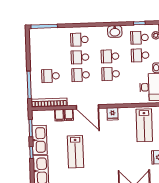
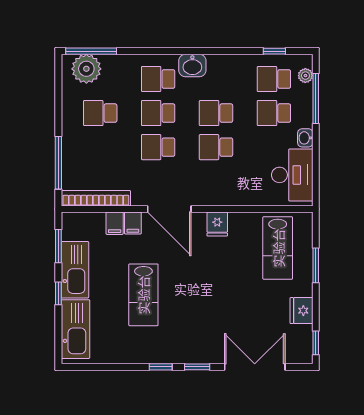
washbasin: (115, 31) -> (192, 66), moved
plant: (42, 36) -> (86, 69), added
school desk: (51, 76) -> (100, 113), moved

